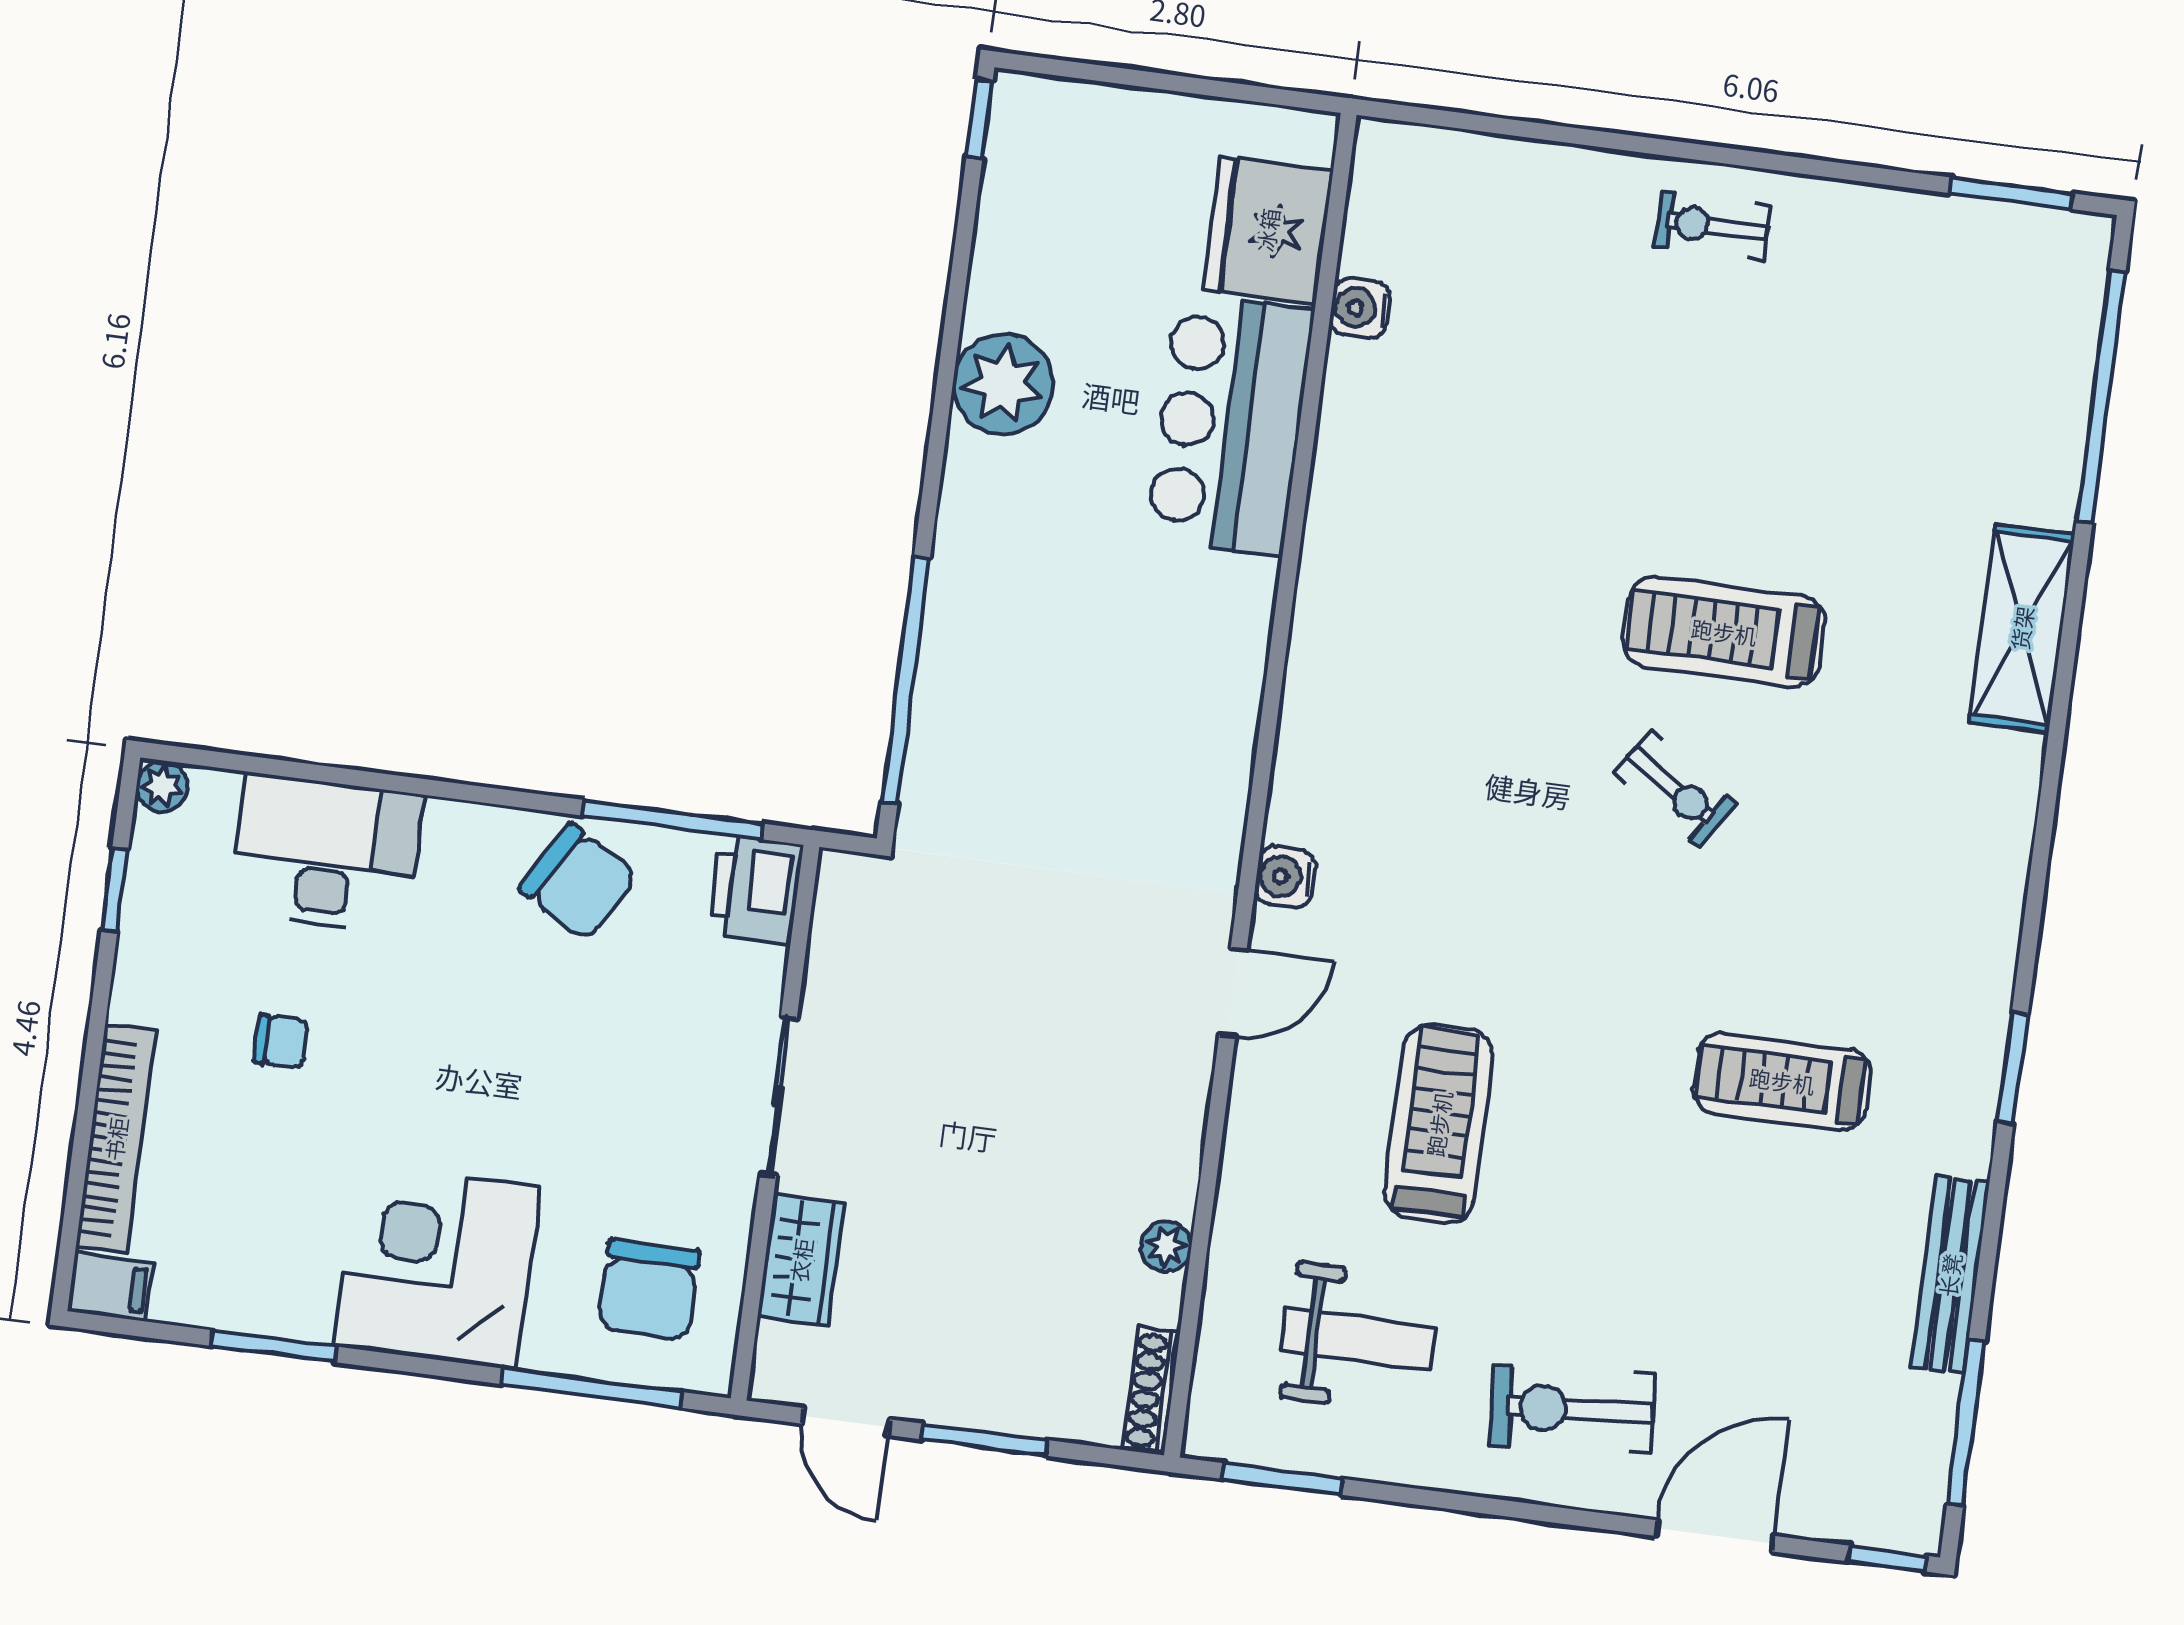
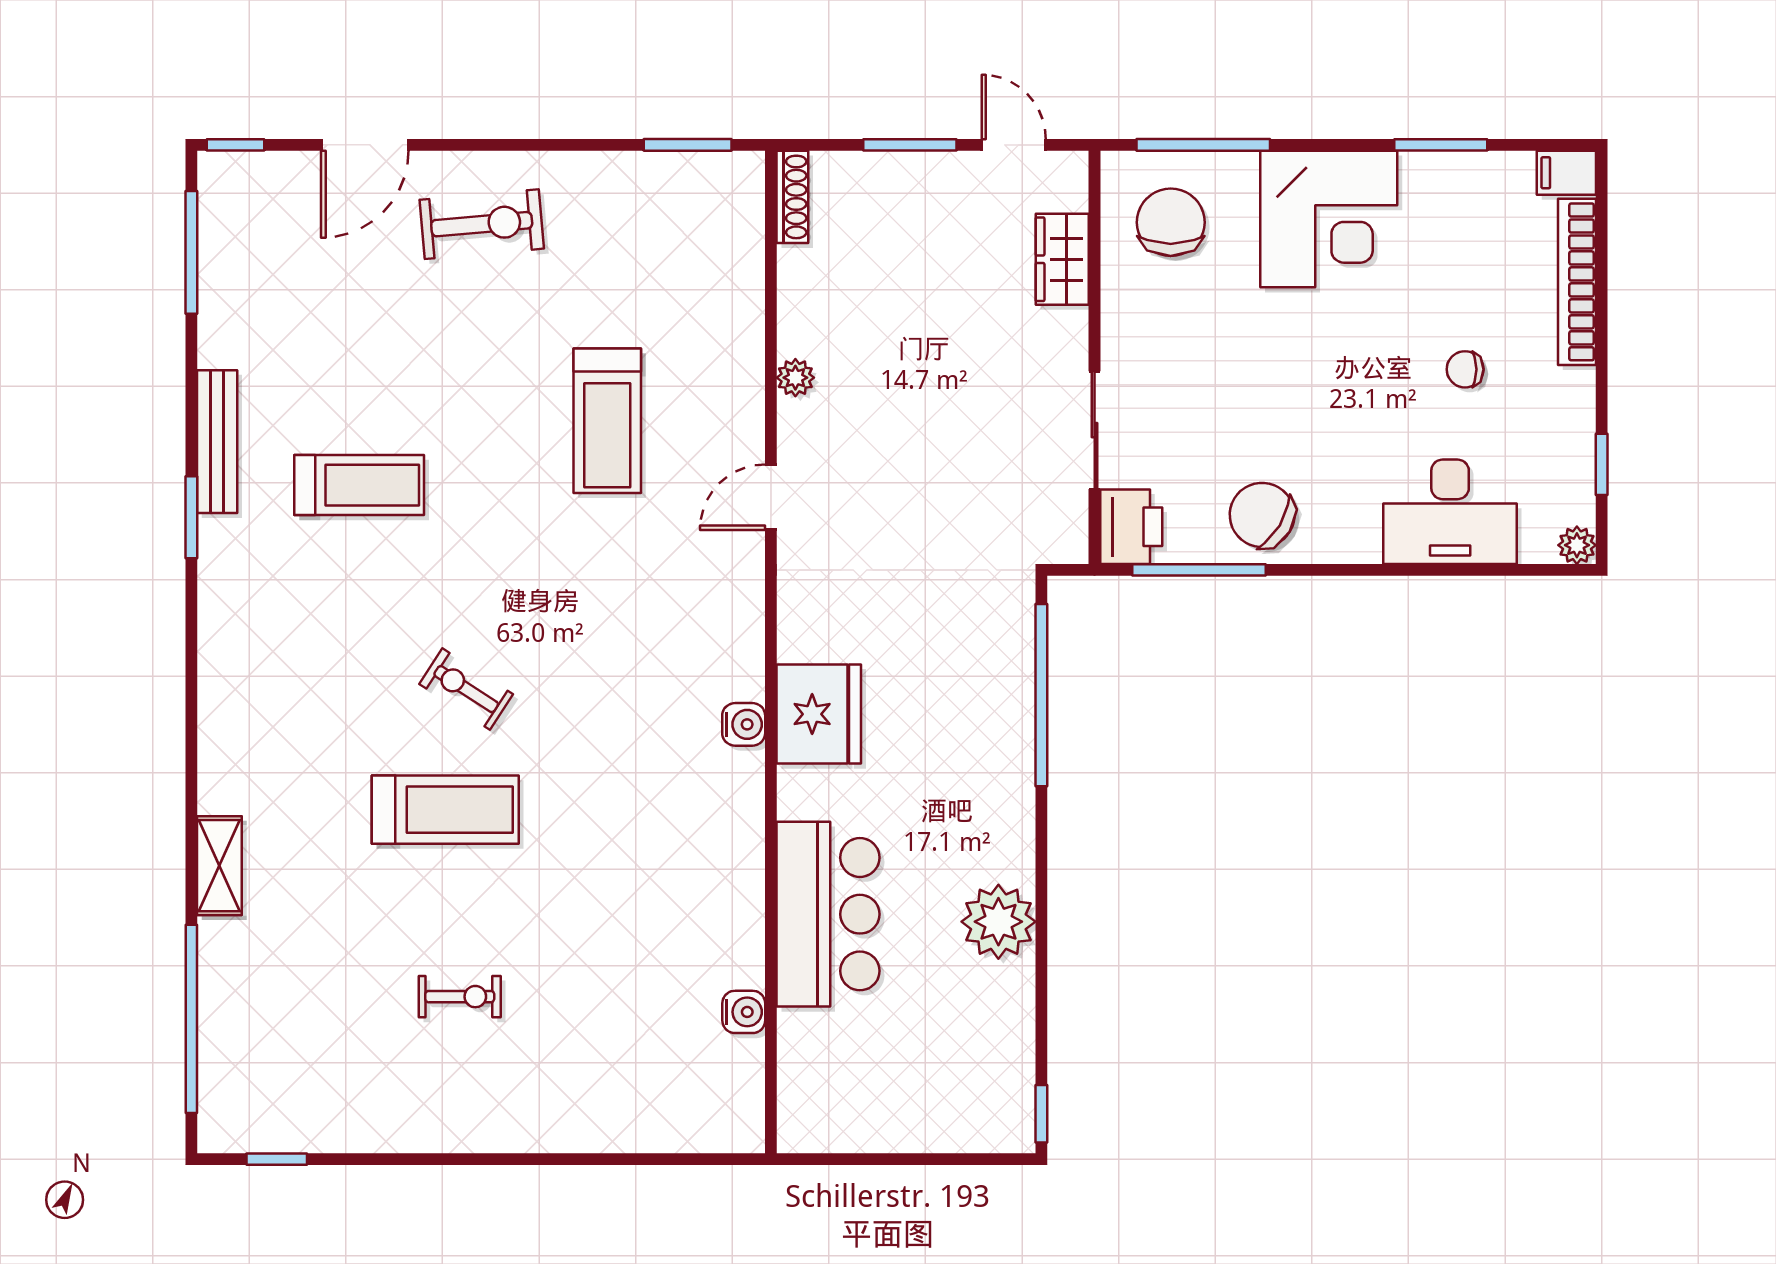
window: (2011, 193) -> (277, 1159), width x0.67
exercise bike: (1712, 226) -> (460, 997), moved
fridge: (1268, 230) -> (819, 714), moved
shelving: (2022, 628) -> (219, 866), width x0.67, depth x0.75
water cooler: (1285, 877) -> (744, 724), moved
sliding door: (779, 1096) -> (1095, 430), moved
plant: (1166, 1246) -> (795, 378), moved
bench: (1950, 1275) -> (217, 442), moved
weight bench: (1358, 1339) -> (646, 255), removed

